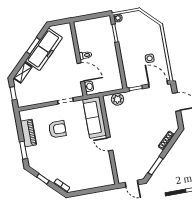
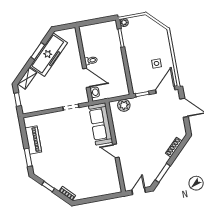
door: (158, 84) -> (165, 90), hinge flipped
armchair: (57, 129) -> (63, 136), removed
door: (132, 184) -> (139, 191), swing flipped

